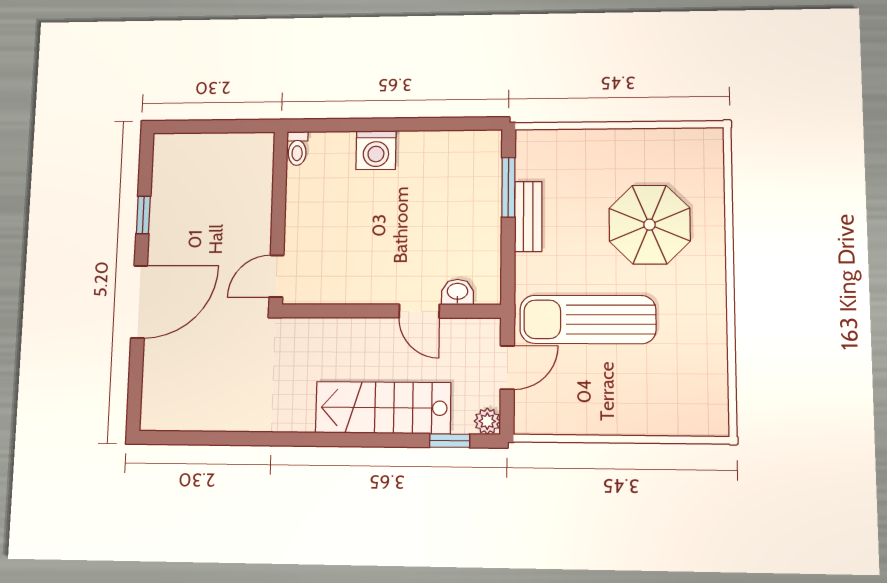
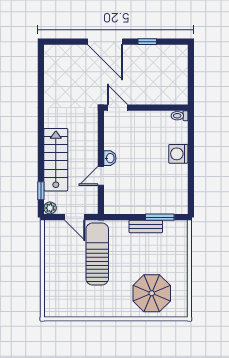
parasol: (650, 225) -> (152, 293), moved
washbasin: (458, 292) -> (110, 158), moved

